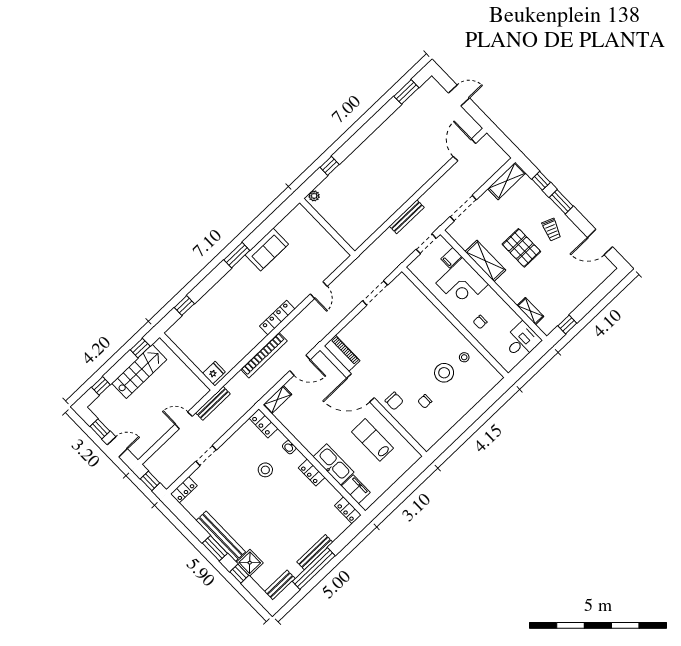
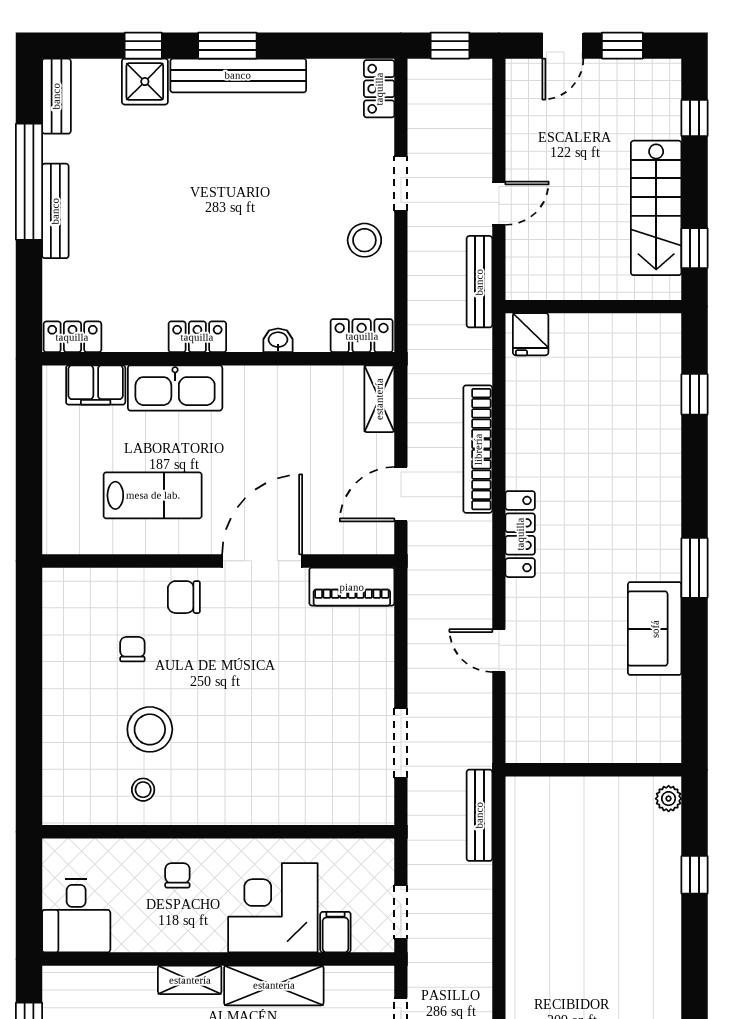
bench: (407, 217) -> (479, 815), moved
shelving: (530, 311) -> (190, 980), moved
stool: (265, 470) -> (364, 240), moved

